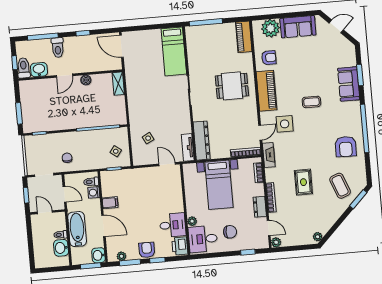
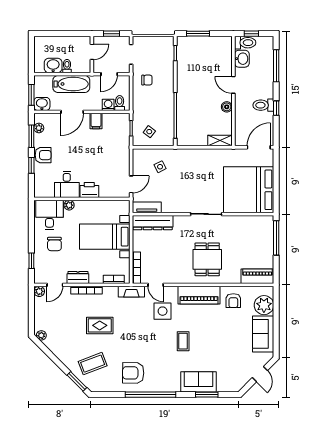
toilet: (58, 48) -> (263, 105), moved
bed: (174, 51) -> (249, 190), width x2.04
printer: (180, 246) -> (89, 190), moved

